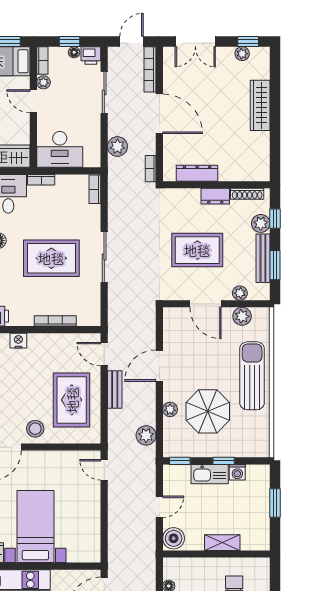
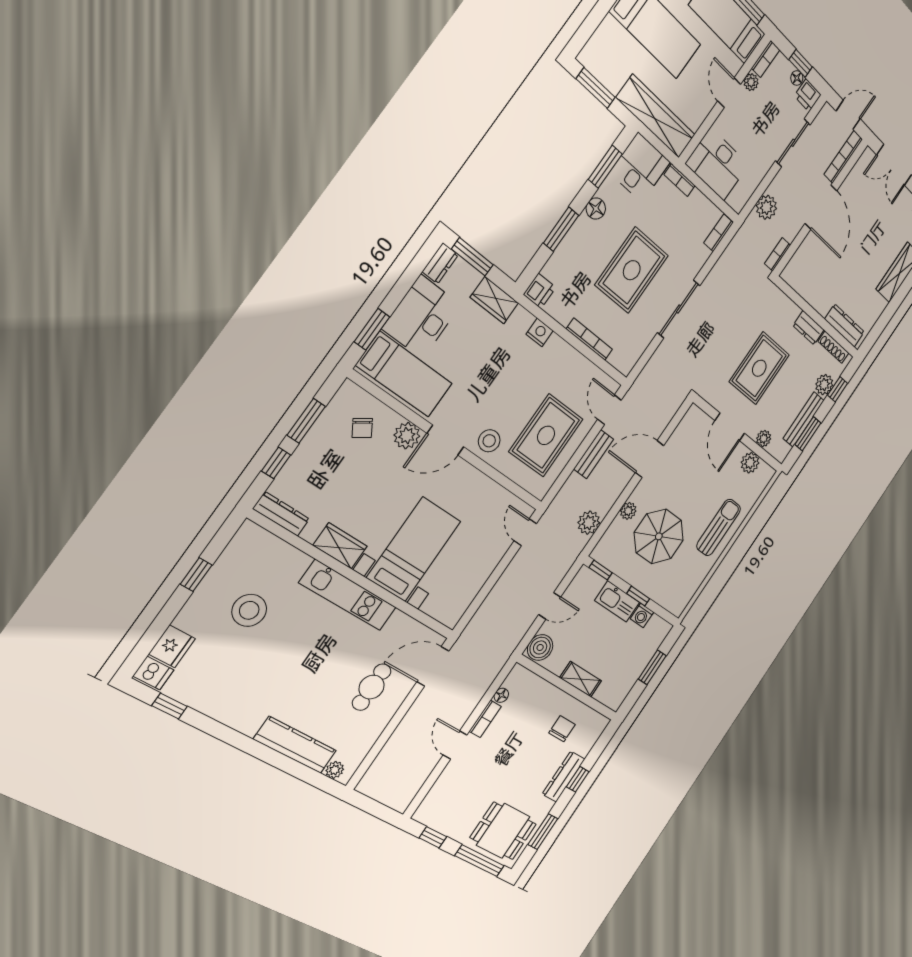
dresser: (197, 173) -> (844, 325), moved
rug: (197, 250) -> (759, 368), turned 90
rug: (51, 258) -> (632, 270), turned 90
sun lounger: (252, 376) -> (719, 527), width x0.73, depth x0.75

